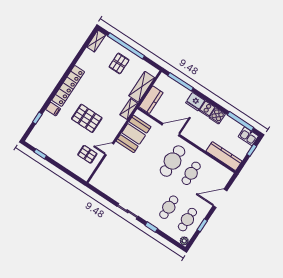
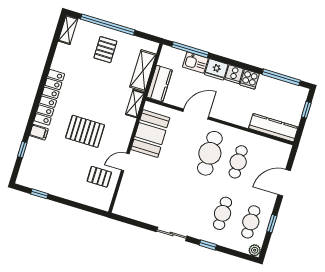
kitchen sink: (248, 136) -> (195, 63), moved

